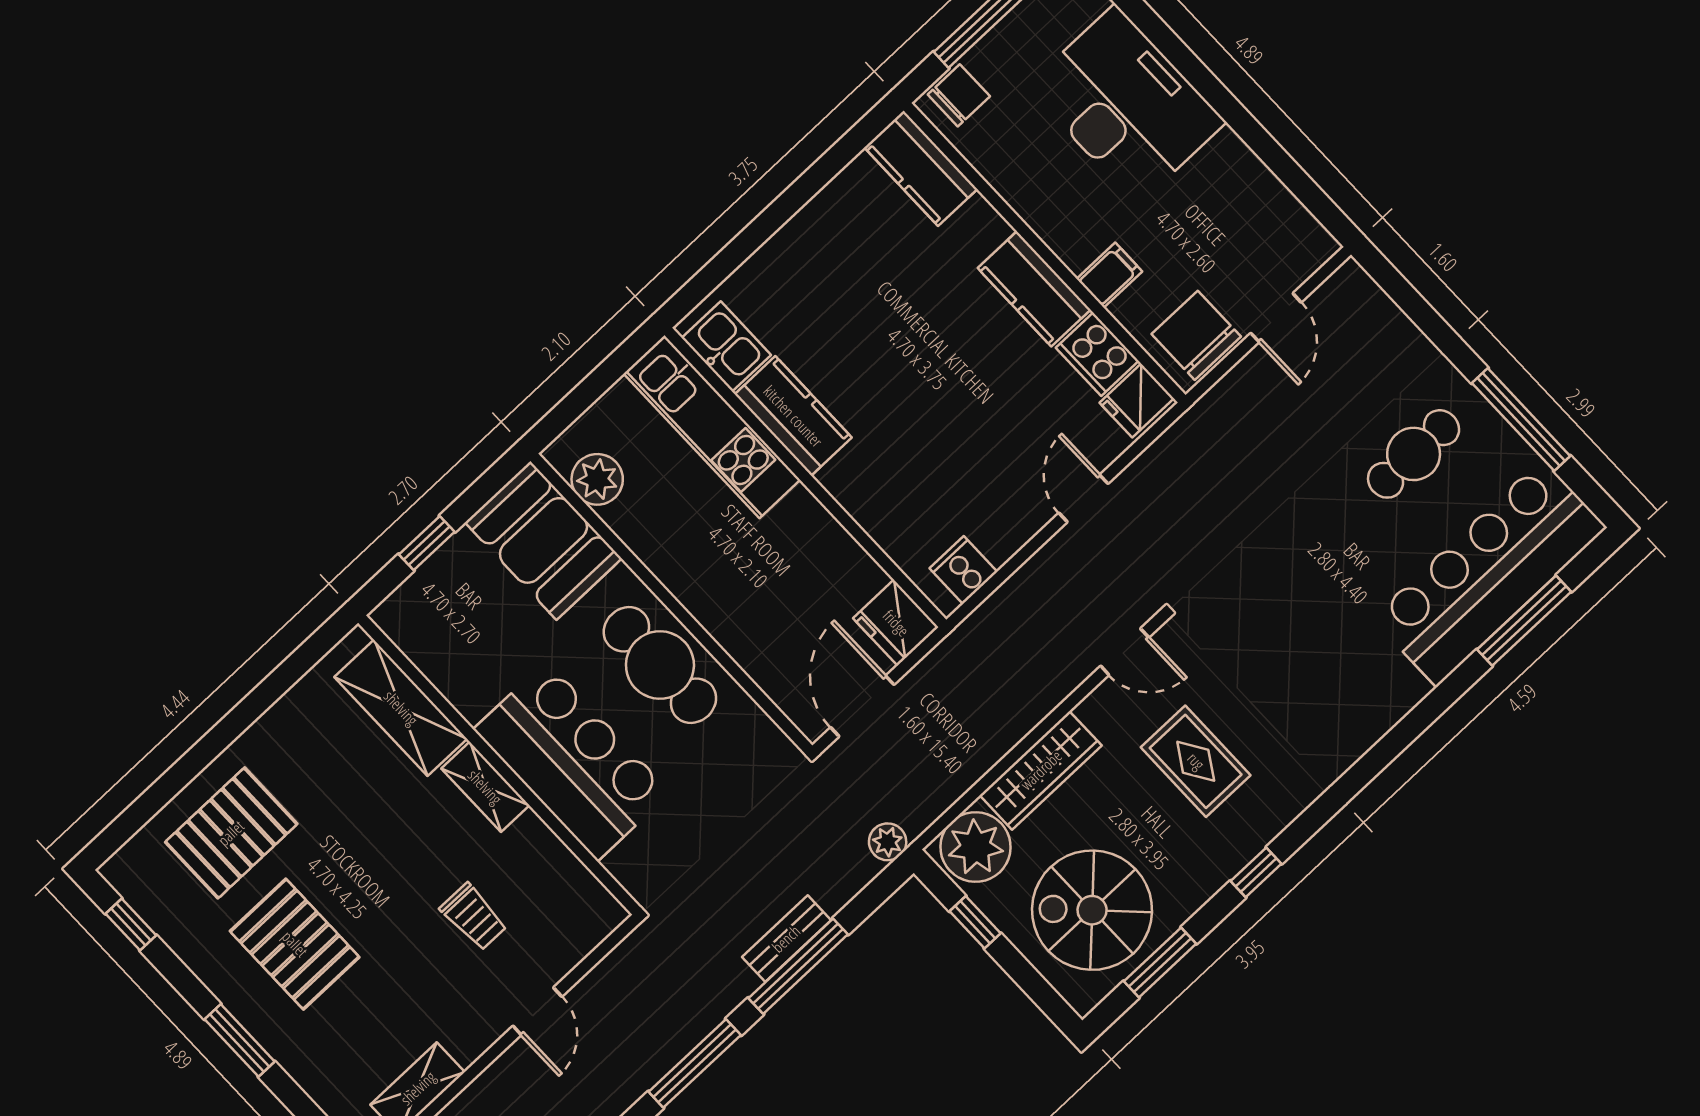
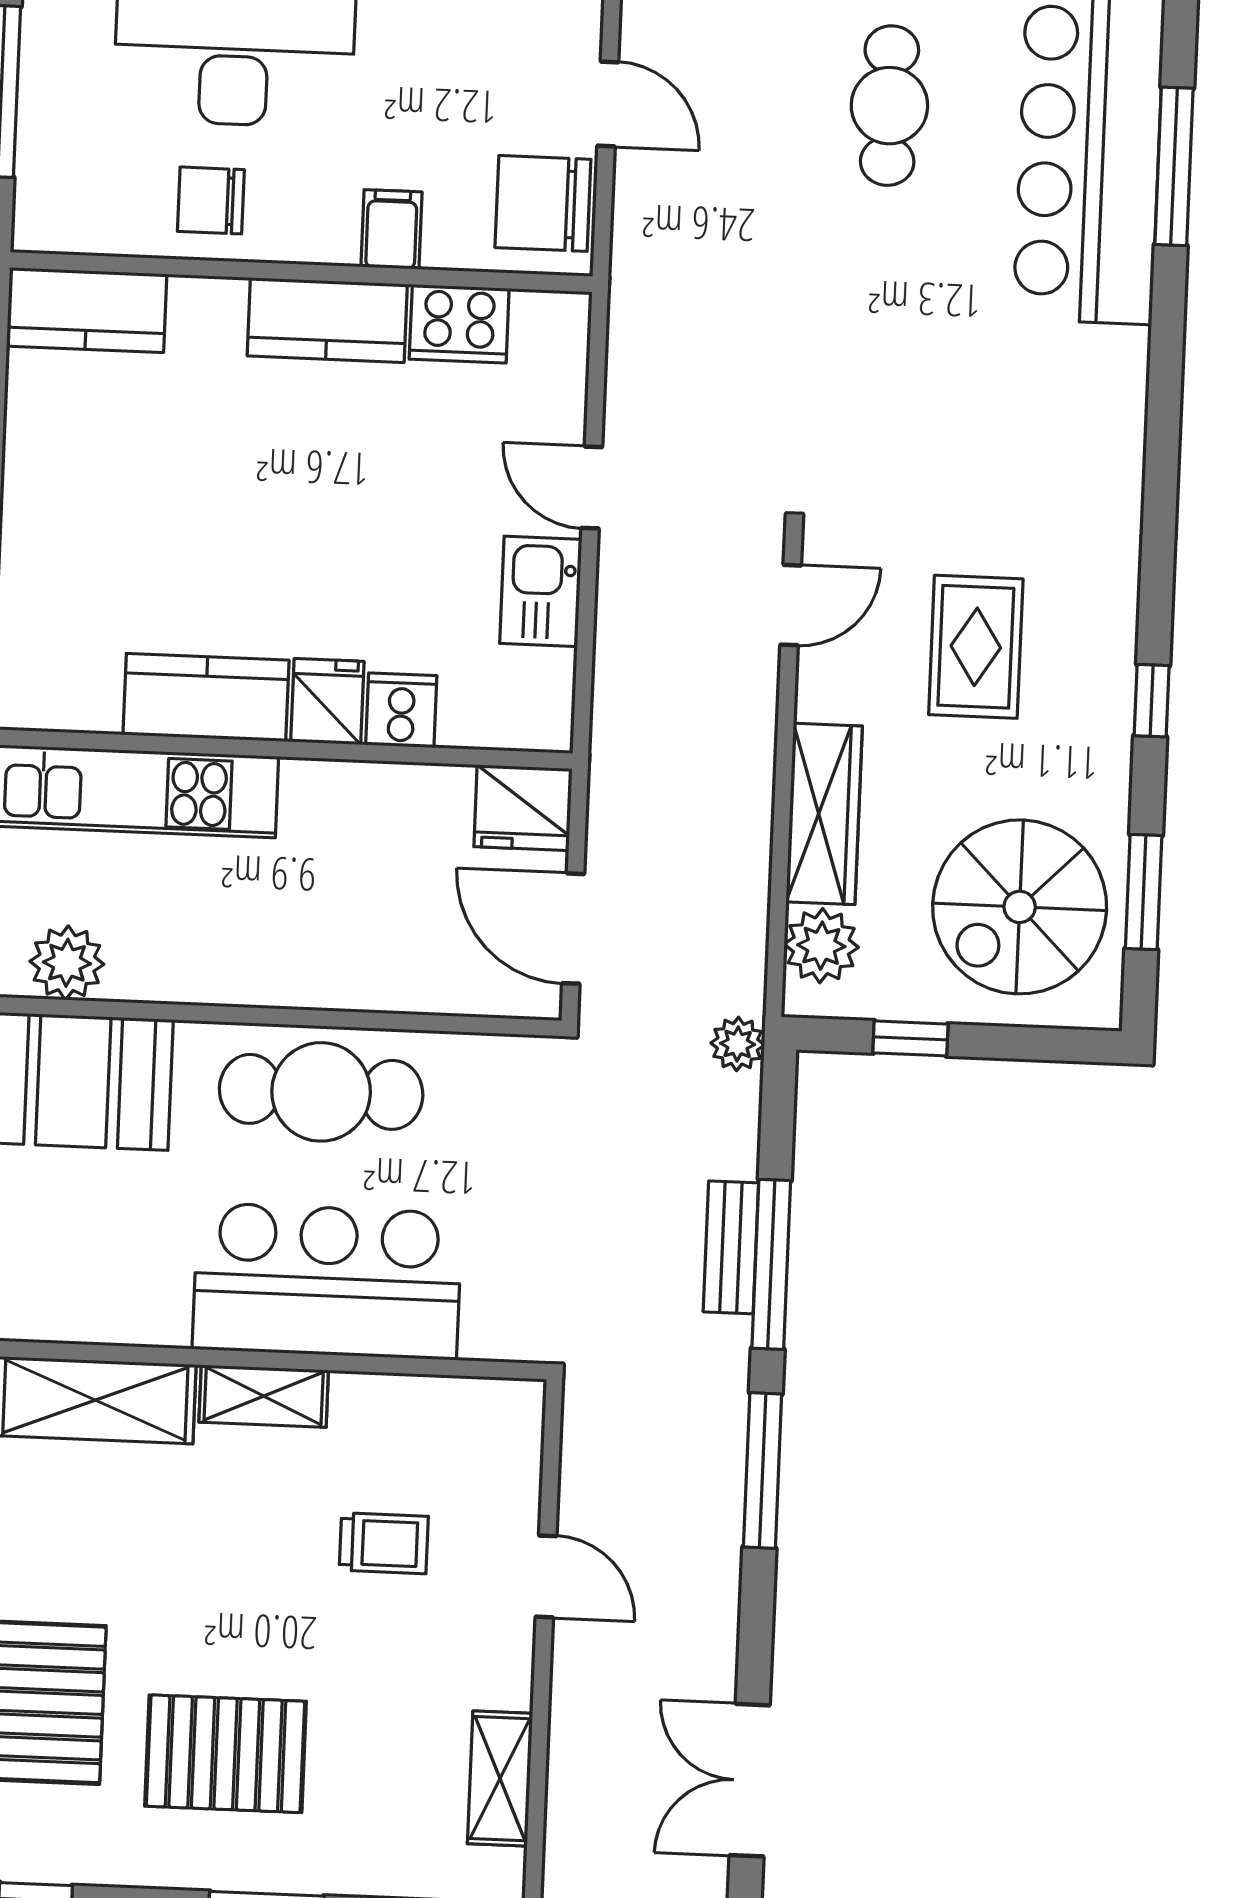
chair: (959, 95) -> (211, 200), moved, turned -90
kitchen sink: (726, 346) -> (541, 591), moved, turned -90
fridge: (1137, 400) -> (327, 702), moved, turned 180
cooker: (963, 570) -> (401, 710), moved, turned 90
rug: (1196, 761) -> (976, 647), turned 90
plant: (976, 847) -> (821, 946), width x0.73, depth x0.73

